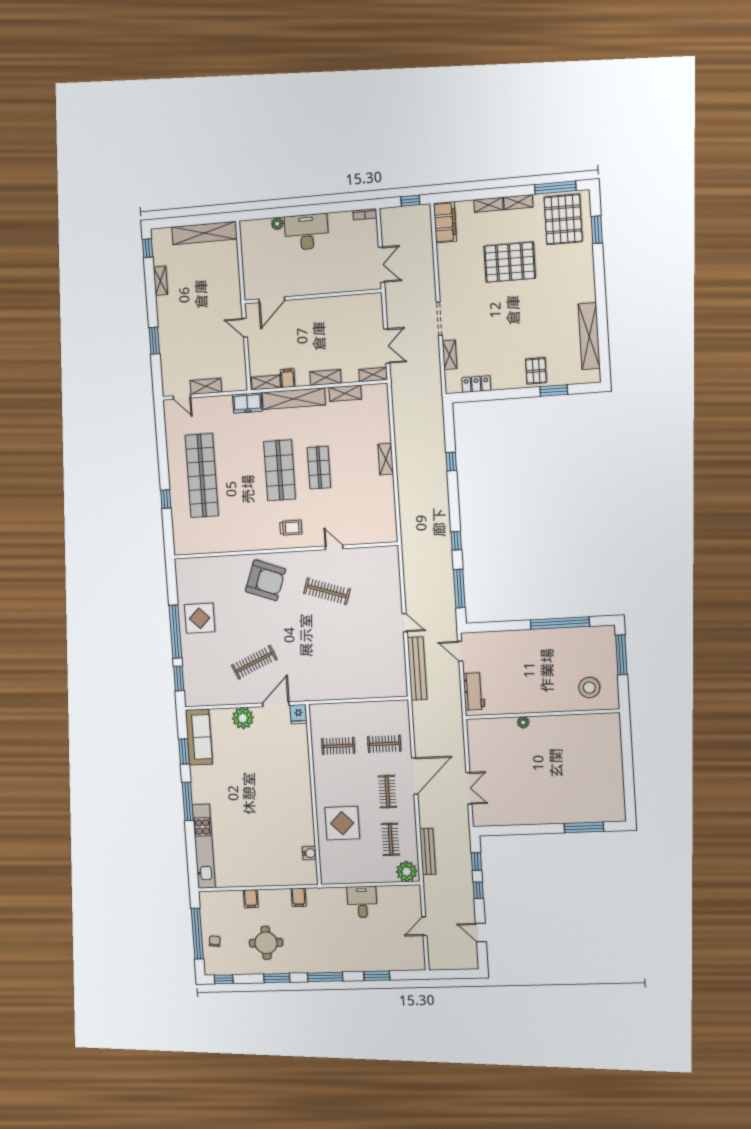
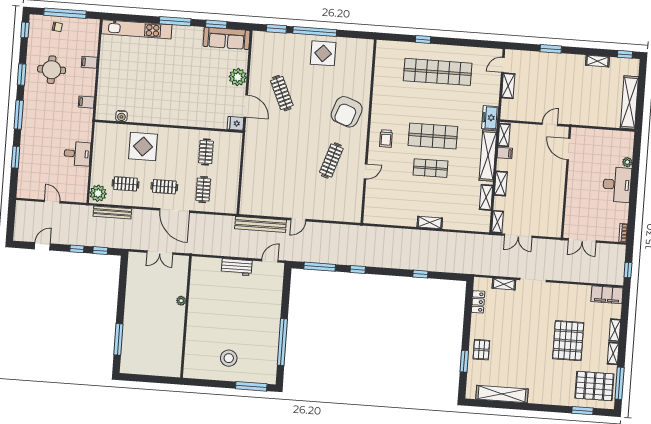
pallet: (536, 371) -> (481, 350), turned 90
wall: (542, 714) -> (186, 317), moved
plant: (523, 722) -> (181, 301), moved

